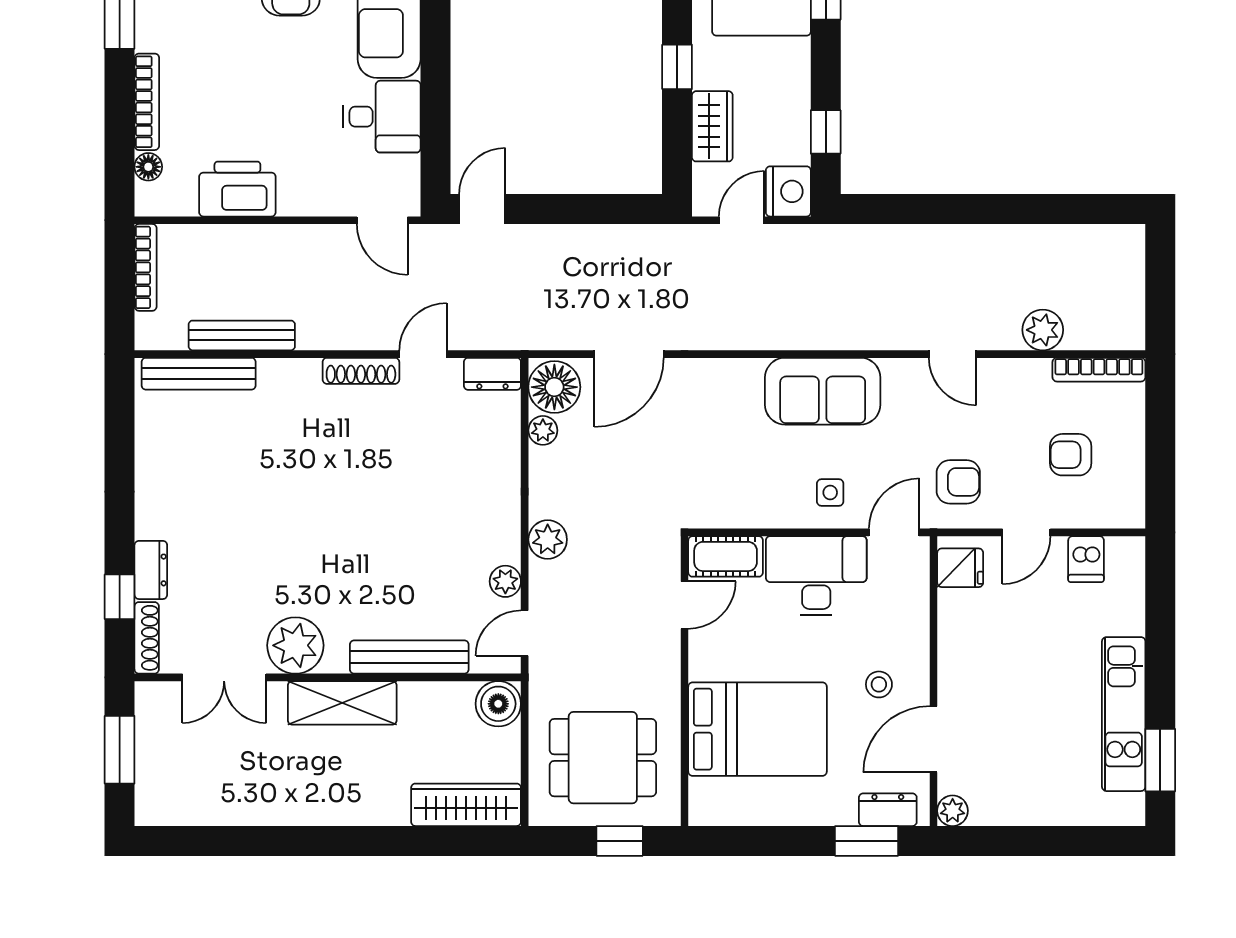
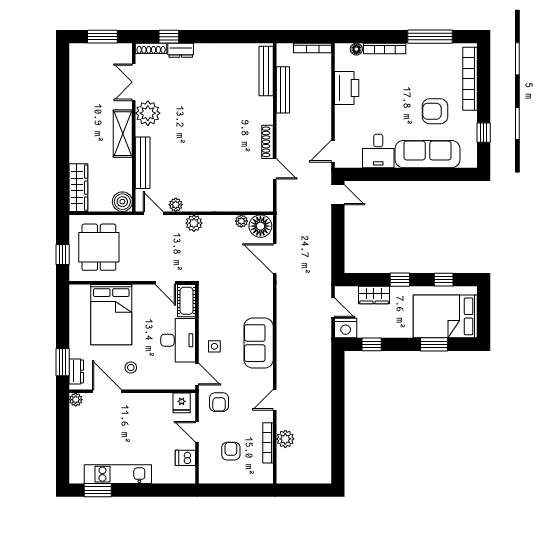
bookcase: (1099, 370) -> (268, 443), moved
dresser: (492, 374) -> (266, 199), removed

